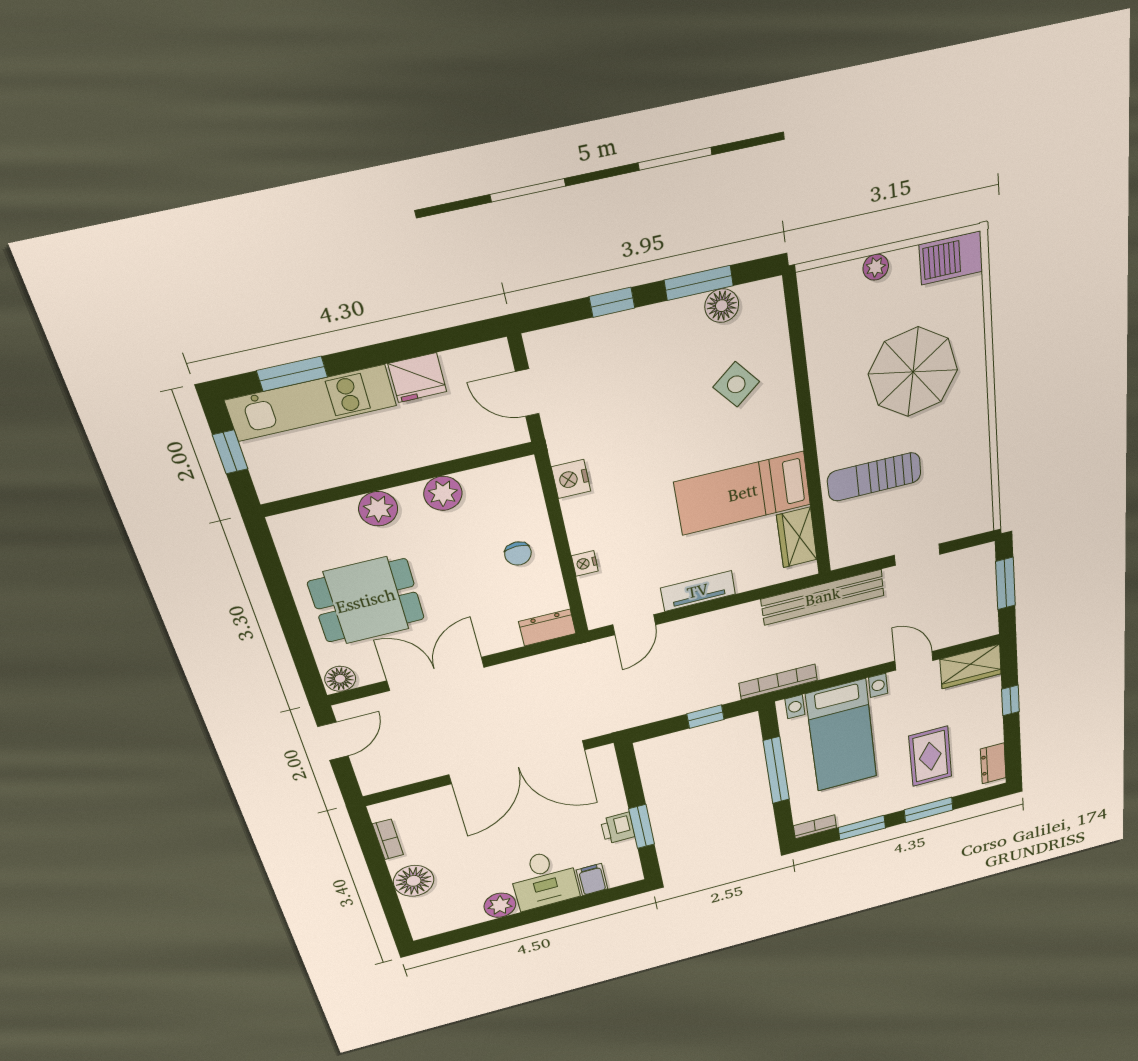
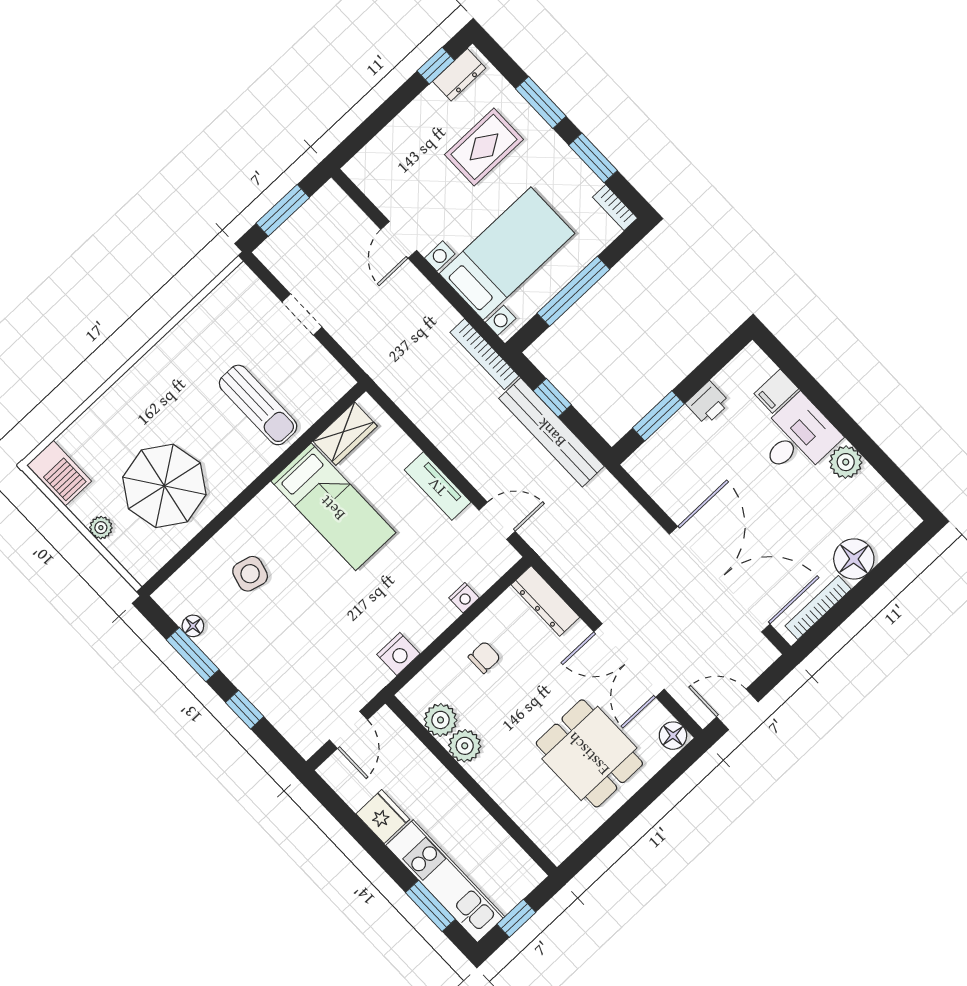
floor lamp: (722, 306) -> (193, 626), width x0.73, depth x0.73
parasol: (913, 372) -> (164, 486), moved
side table: (736, 384) -> (250, 574), turned -36
plant: (378, 509) -> (440, 720), moved
bench: (823, 597) -> (552, 432), moved
dresser: (547, 628) -> (545, 601), width x1.44
wardrobe: (971, 667) -> (376, 179), removed
window: (1010, 700) -> (436, 66), moved
double door: (517, 762) -> (720, 579), moved
window: (642, 826) -> (658, 416), moved
bookcase: (388, 839) -> (818, 607), width x1.56

